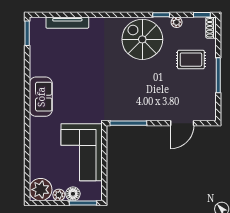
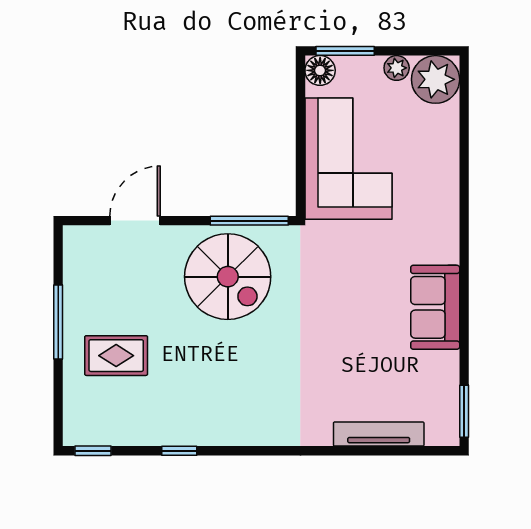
plant: (177, 22) -> (147, 435), removed
shoe rack: (211, 28) -> (74, 423), removed
spiral stairs: (142, 39) -> (228, 277), moved
sofa: (41, 97) -> (435, 307), moved
floor lamp: (73, 194) -> (320, 70), moved

